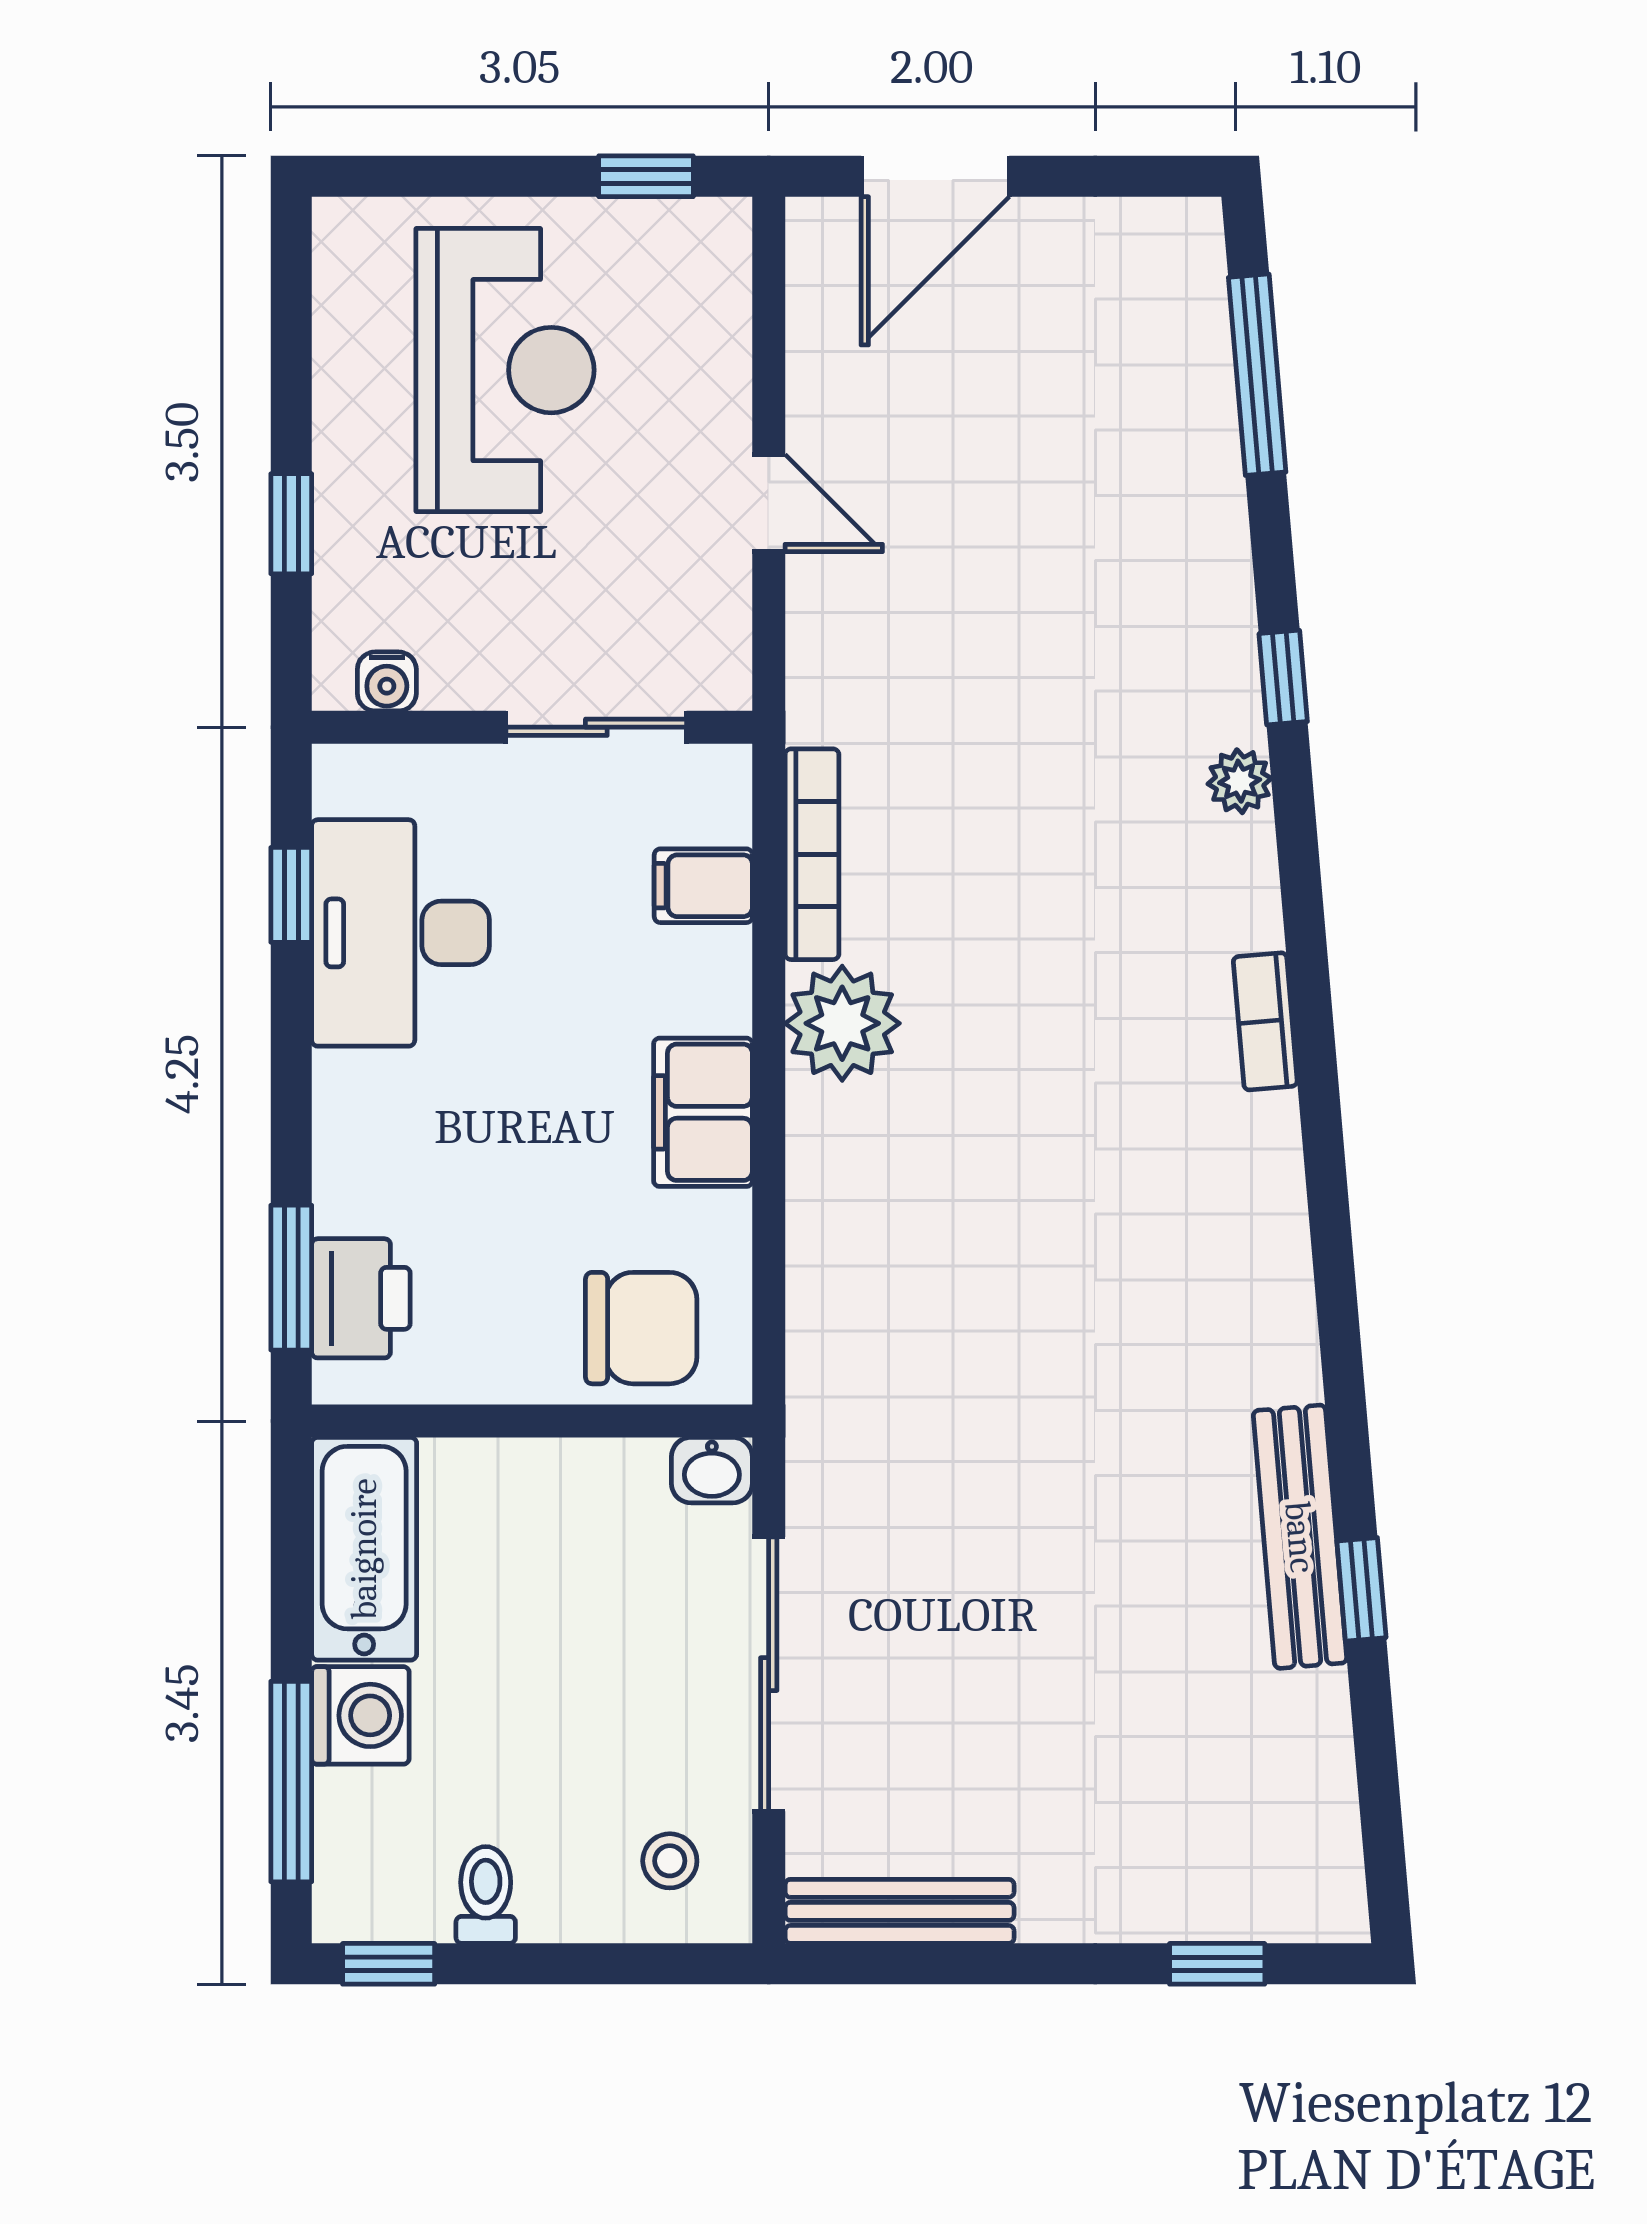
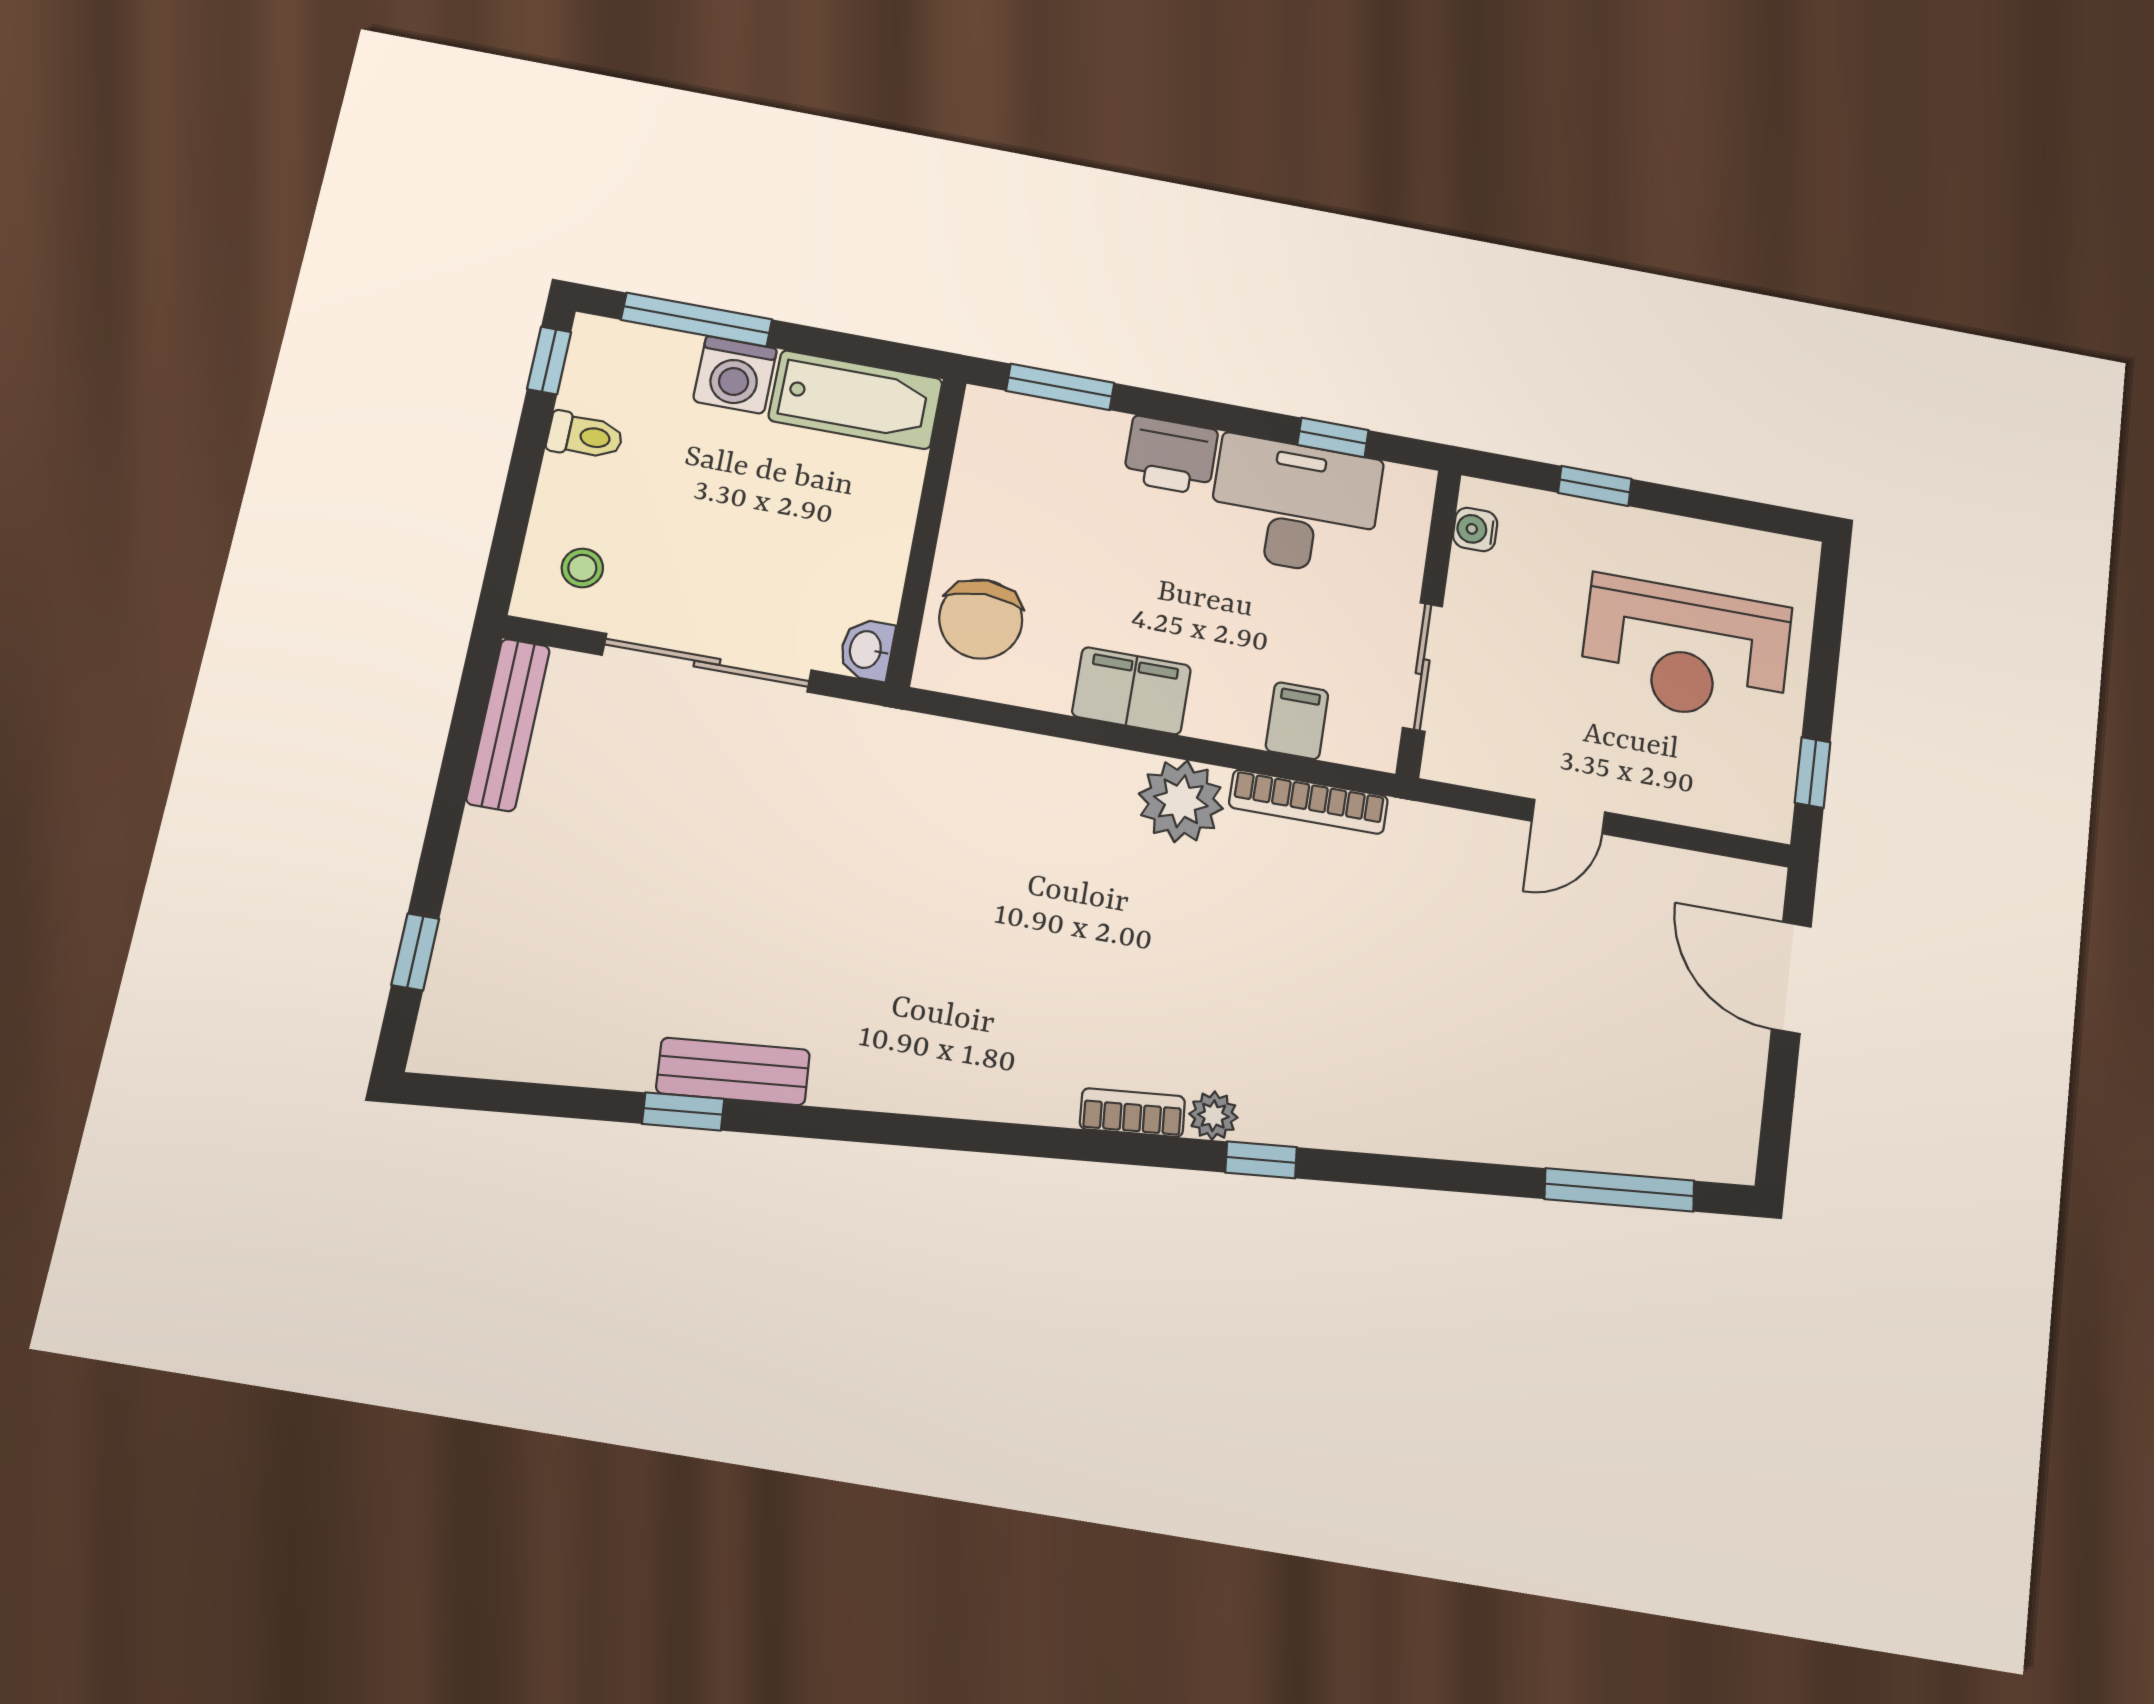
window: (1283, 678) -> (1261, 1160), moved
plant: (1240, 781) -> (1213, 1116), moved
printer: (361, 1298) -> (1171, 456), moved
bench: (1300, 1537) -> (733, 1071), width x0.73

